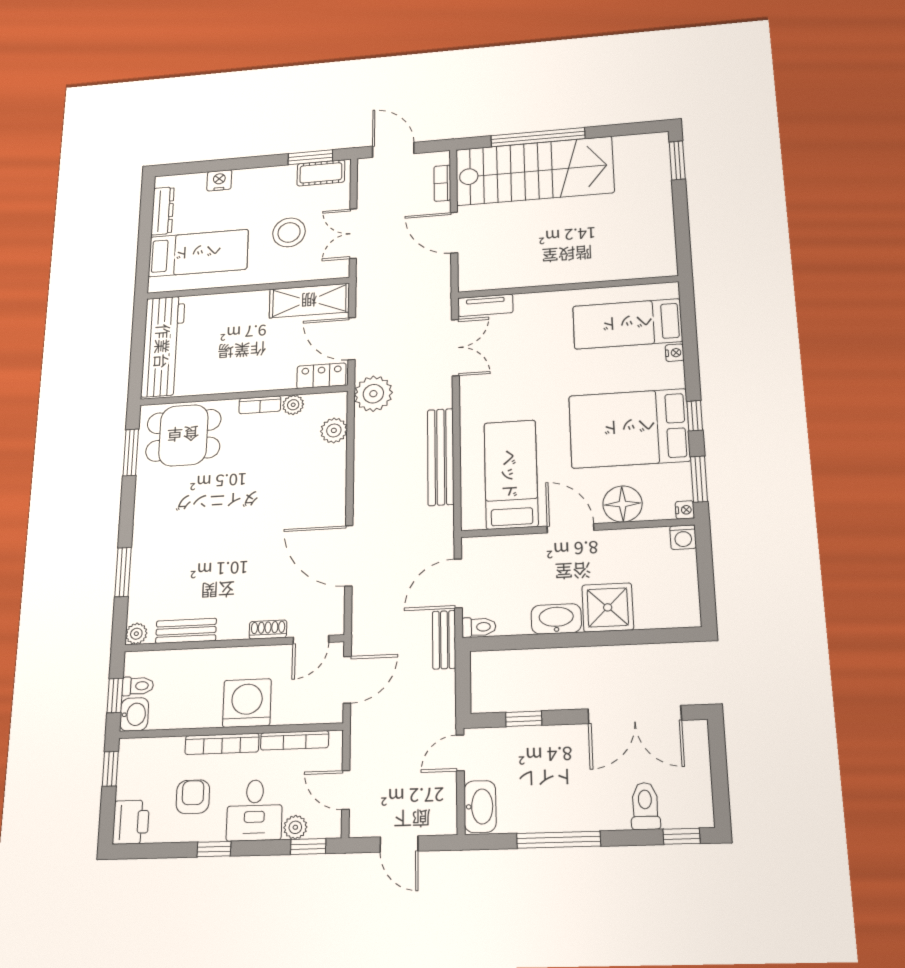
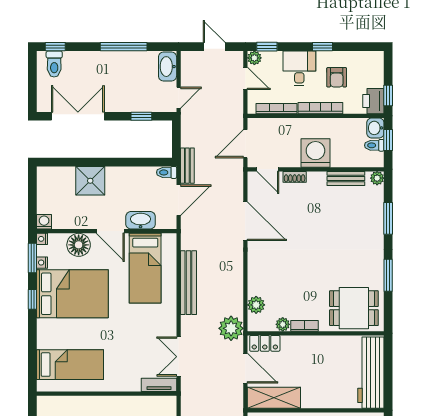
nightstand: (675, 353) -> (42, 263), moved
window: (131, 452) -> (388, 275), moved
washbasin: (556, 619) -> (141, 220), moved, turned 180
door: (311, 640) -> (268, 169), swing flipped
washing machine: (247, 703) -> (315, 153), moved, turned 180
toilet: (645, 806) -> (54, 64), moved
printer: (131, 822) -> (373, 101), moved
plant: (295, 827) -> (254, 58), moved

